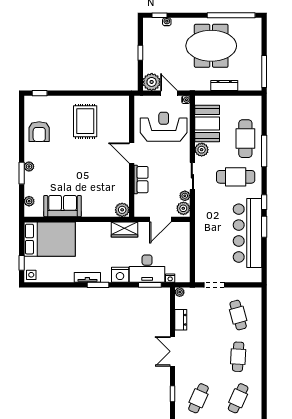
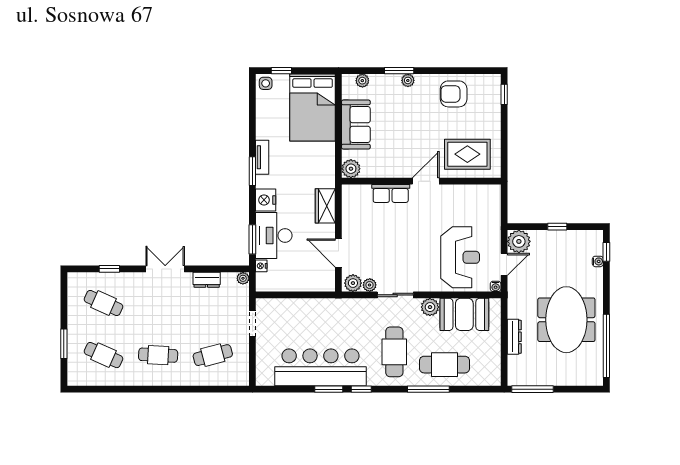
door: (132, 153) -> (426, 181), moved
wall: (132, 156) -> (421, 181), moved
row of seats: (141, 180) -> (391, 193), moved
plant: (122, 210) -> (351, 169), moved

